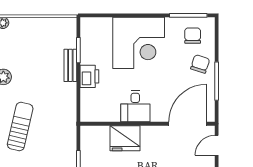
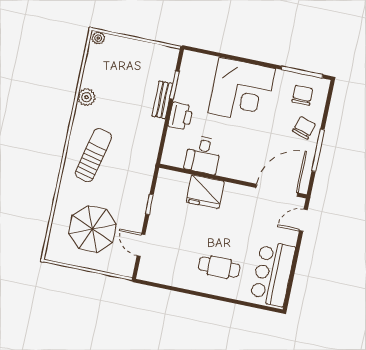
desk: (135, 106) -> (203, 155), moved

